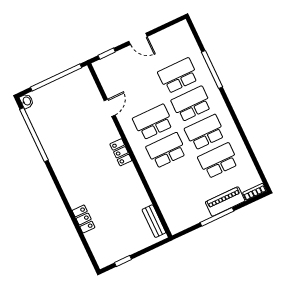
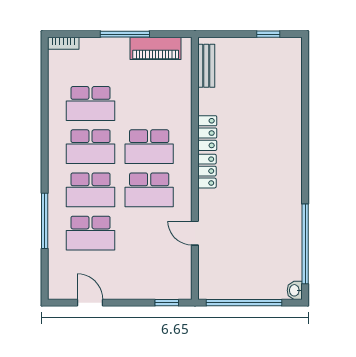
door: (138, 39) -> (90, 303), moved
door: (110, 108) -> (195, 233), hinge flipped
piano: (225, 201) -> (156, 48), moved
locker: (84, 219) -> (207, 133), moved, turned 180

